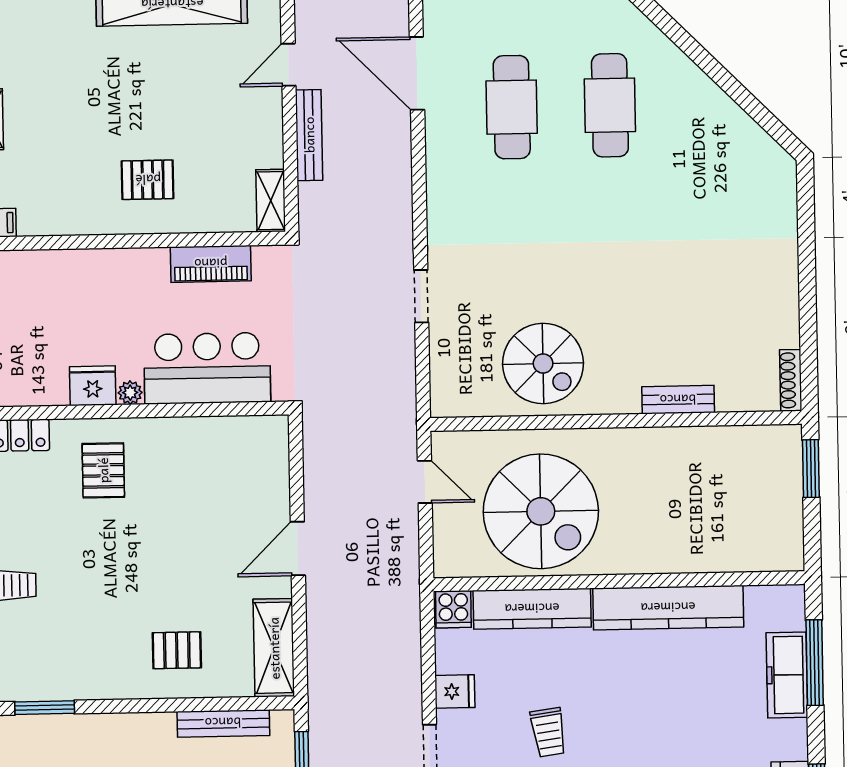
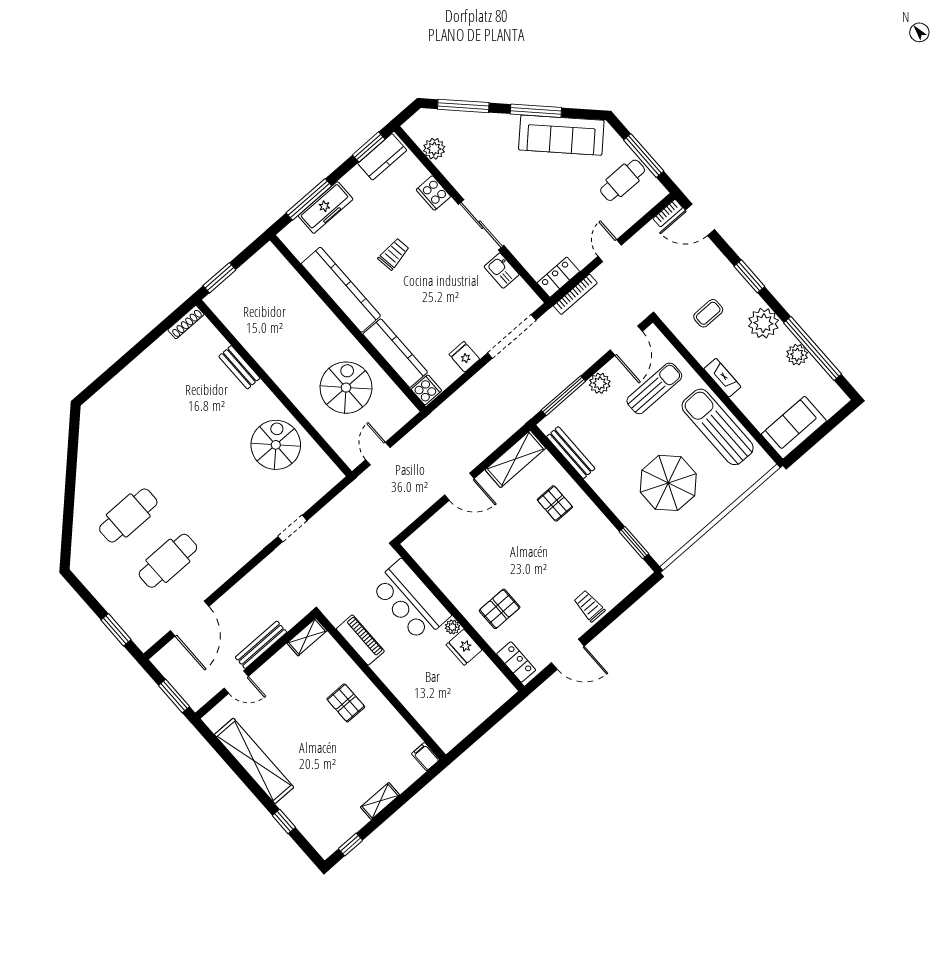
spiral stairs: (541, 511) -> (346, 388), width x0.73, depth x0.73
trolley: (548, 732) -> (394, 254), moved

